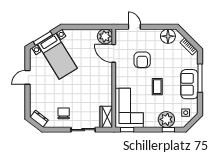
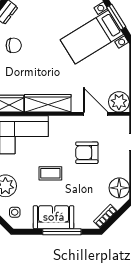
door: (114, 53) -> (96, 114), hinge flipped
wardrobe: (106, 88) -> (48, 103), added

